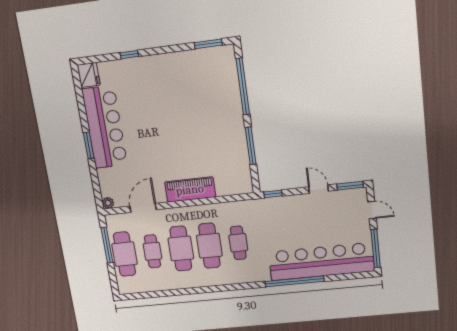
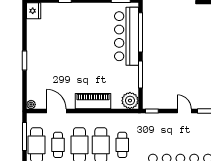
bar counter: (105, 127) -> (127, 36), moved, turned 180
plant: (241, 183) -> (130, 101), added
door: (143, 208) -> (56, 111), hinge flipped

